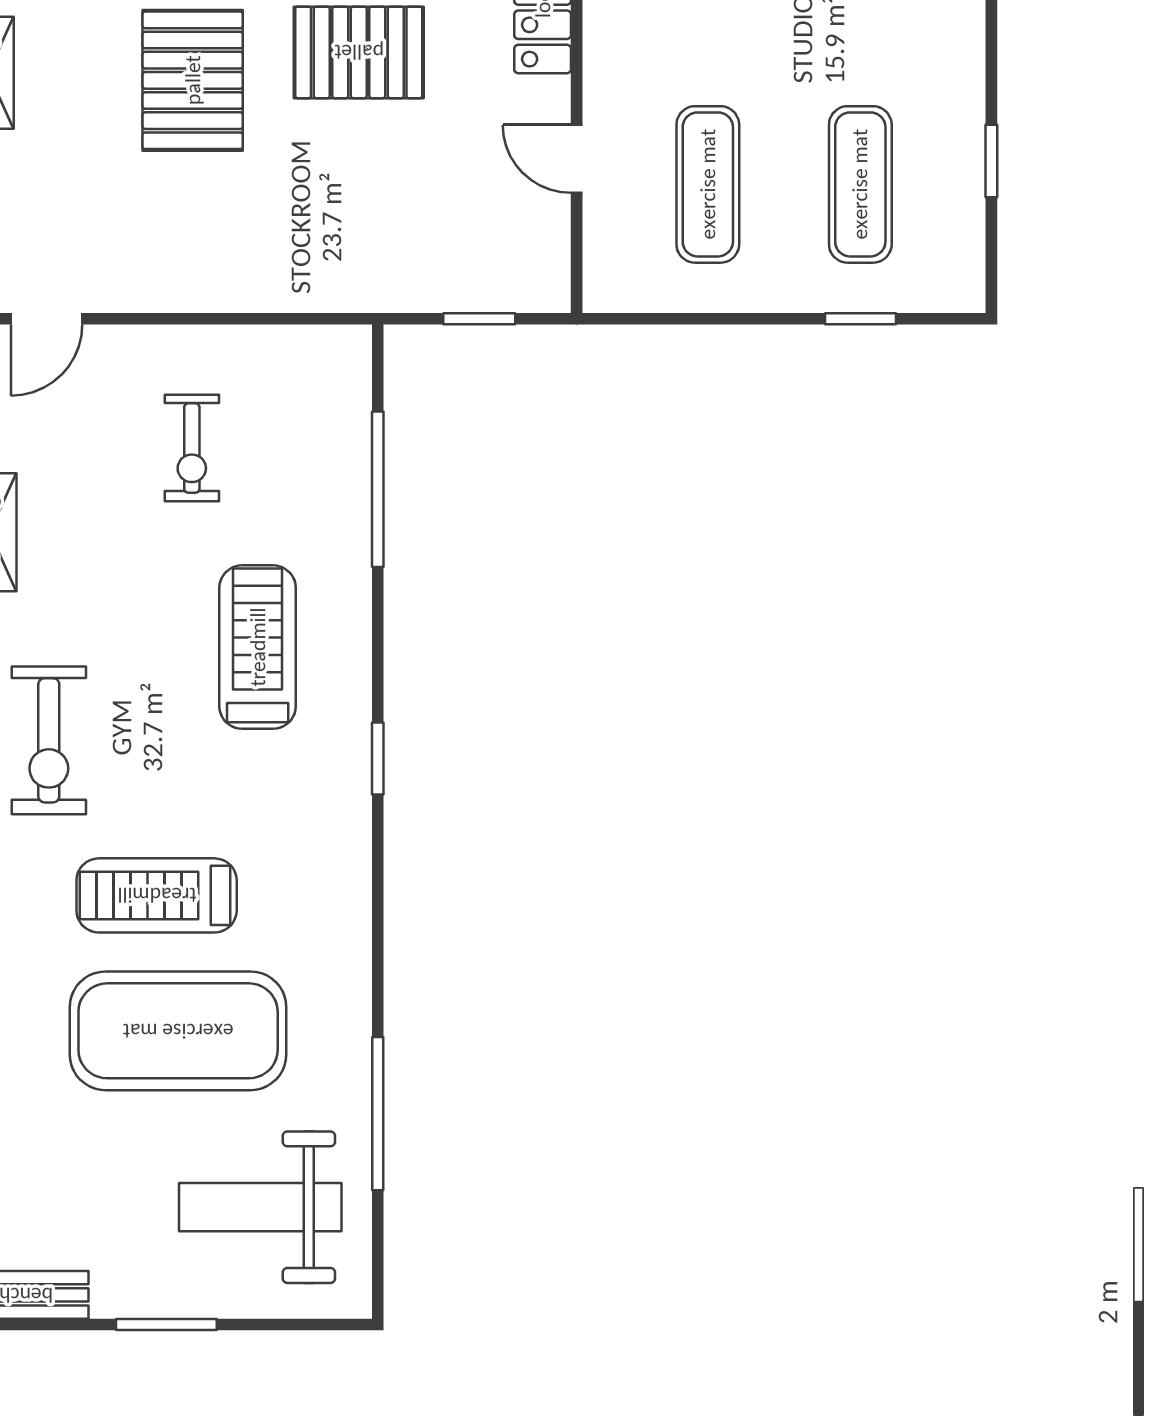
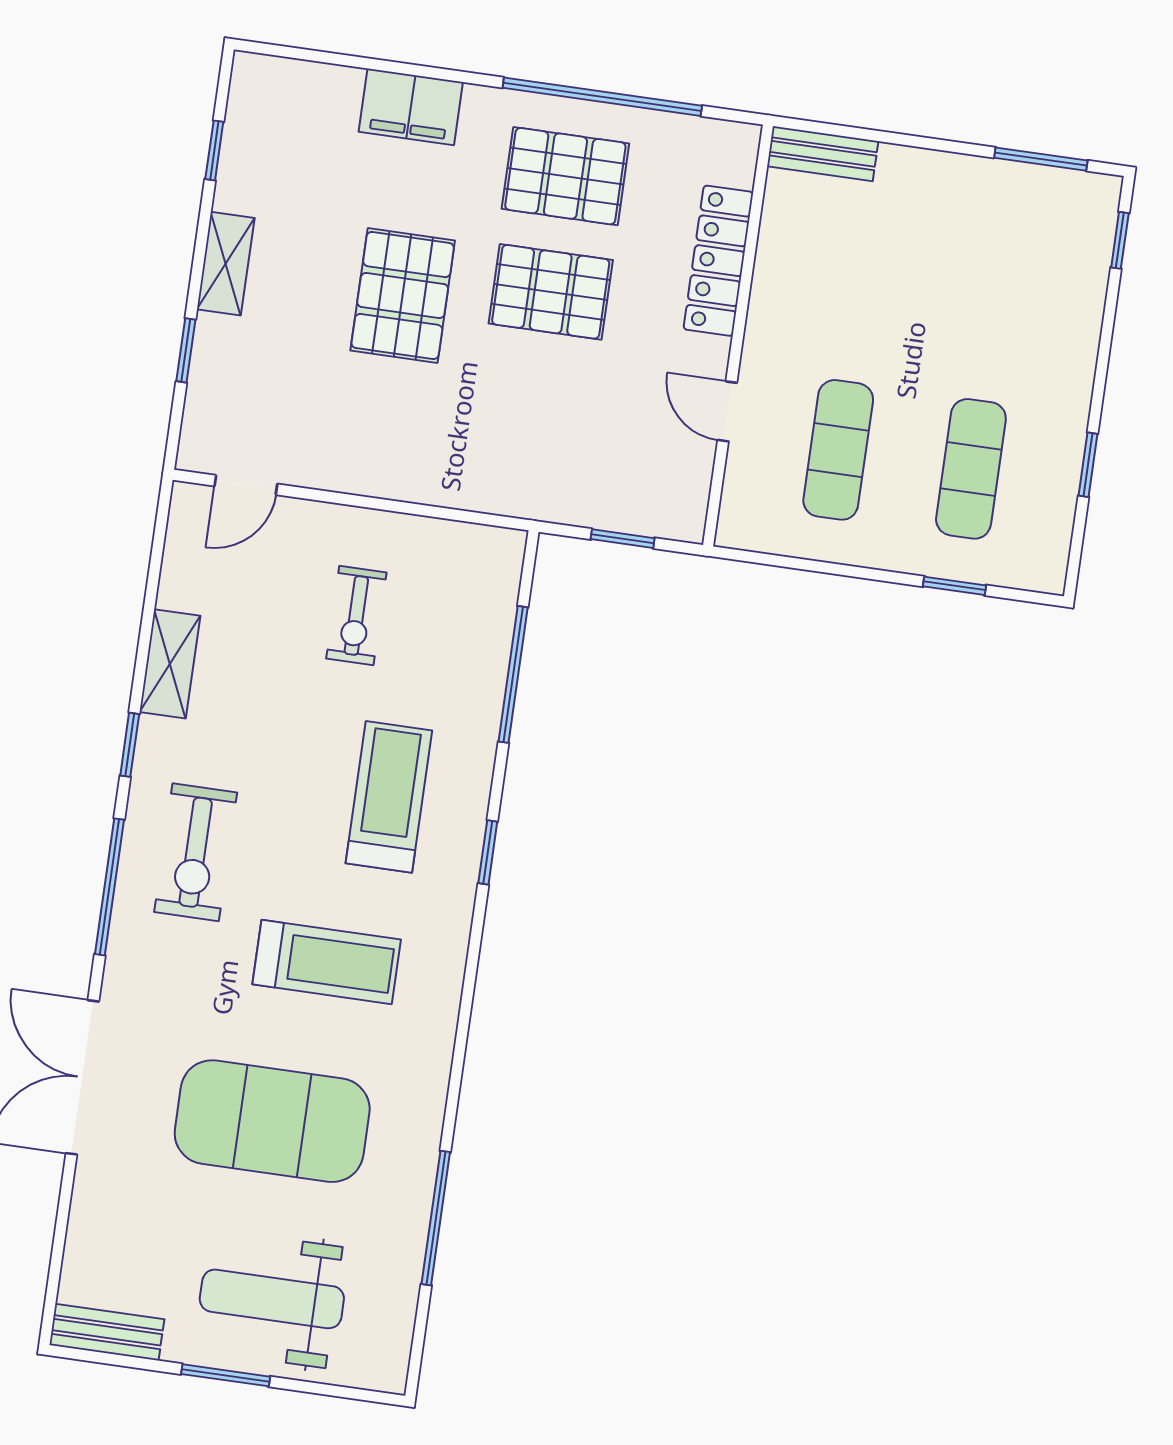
window: (378, 758) -> (488, 852), moved
treadmill: (157, 895) -> (327, 962), moved, turned 180
weight bench: (260, 1207) -> (272, 1299), moved

